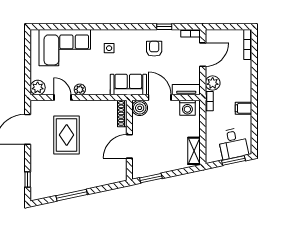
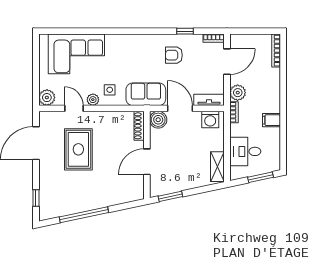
side table: (109, 48) -> (110, 90), moved
armchair: (154, 49) -> (174, 55), turned -90
desk: (233, 144) -> (245, 151), moved, turned 102
window: (72, 195) -> (84, 215), width x1.46

